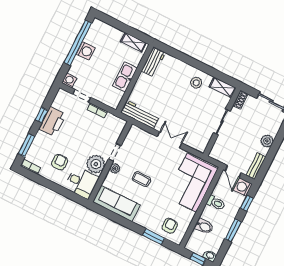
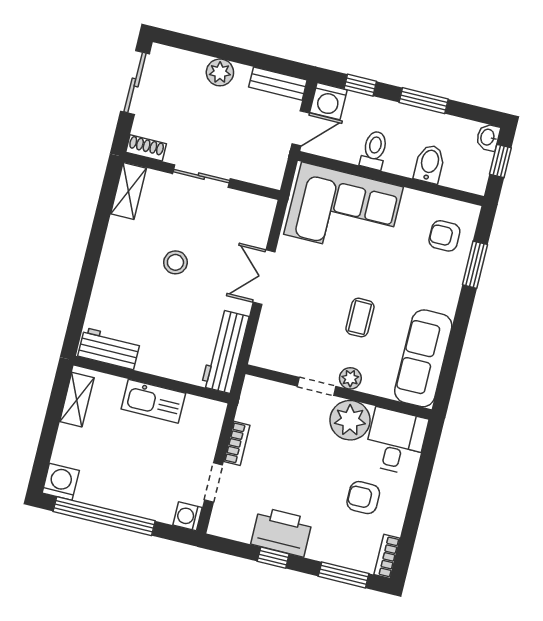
washing machine: (86, 51) -> (61, 482), moved
stool: (196, 83) -> (175, 262), moved

